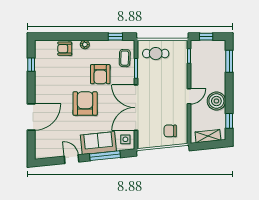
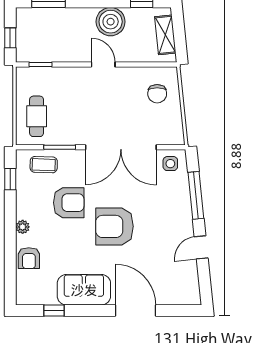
sofa: (98, 143) -> (84, 290), moved, turned 96

